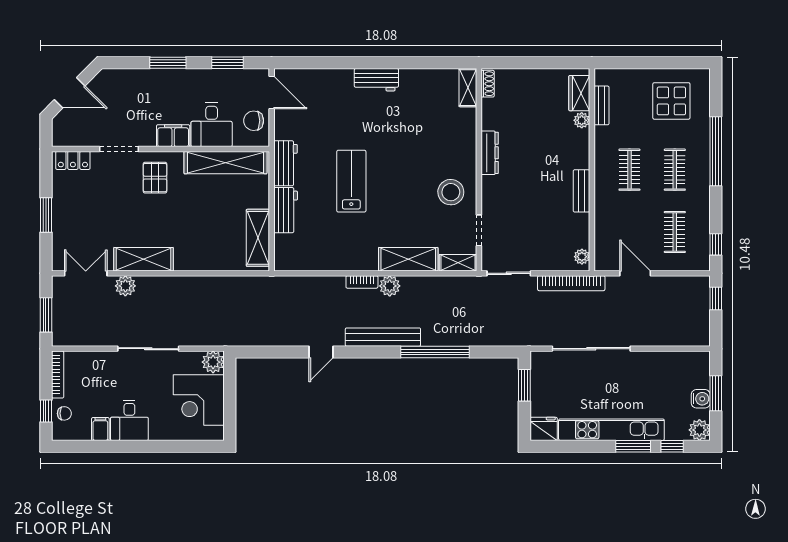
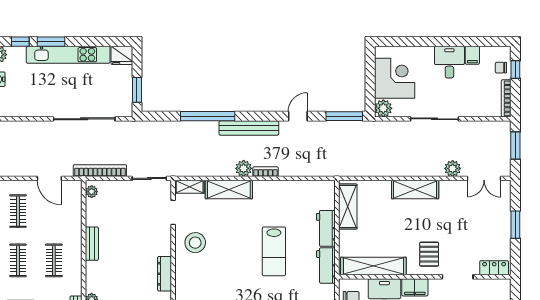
shelving: (144, 259) -> (415, 190), moved
window: (262, 352) -> (344, 116), added

